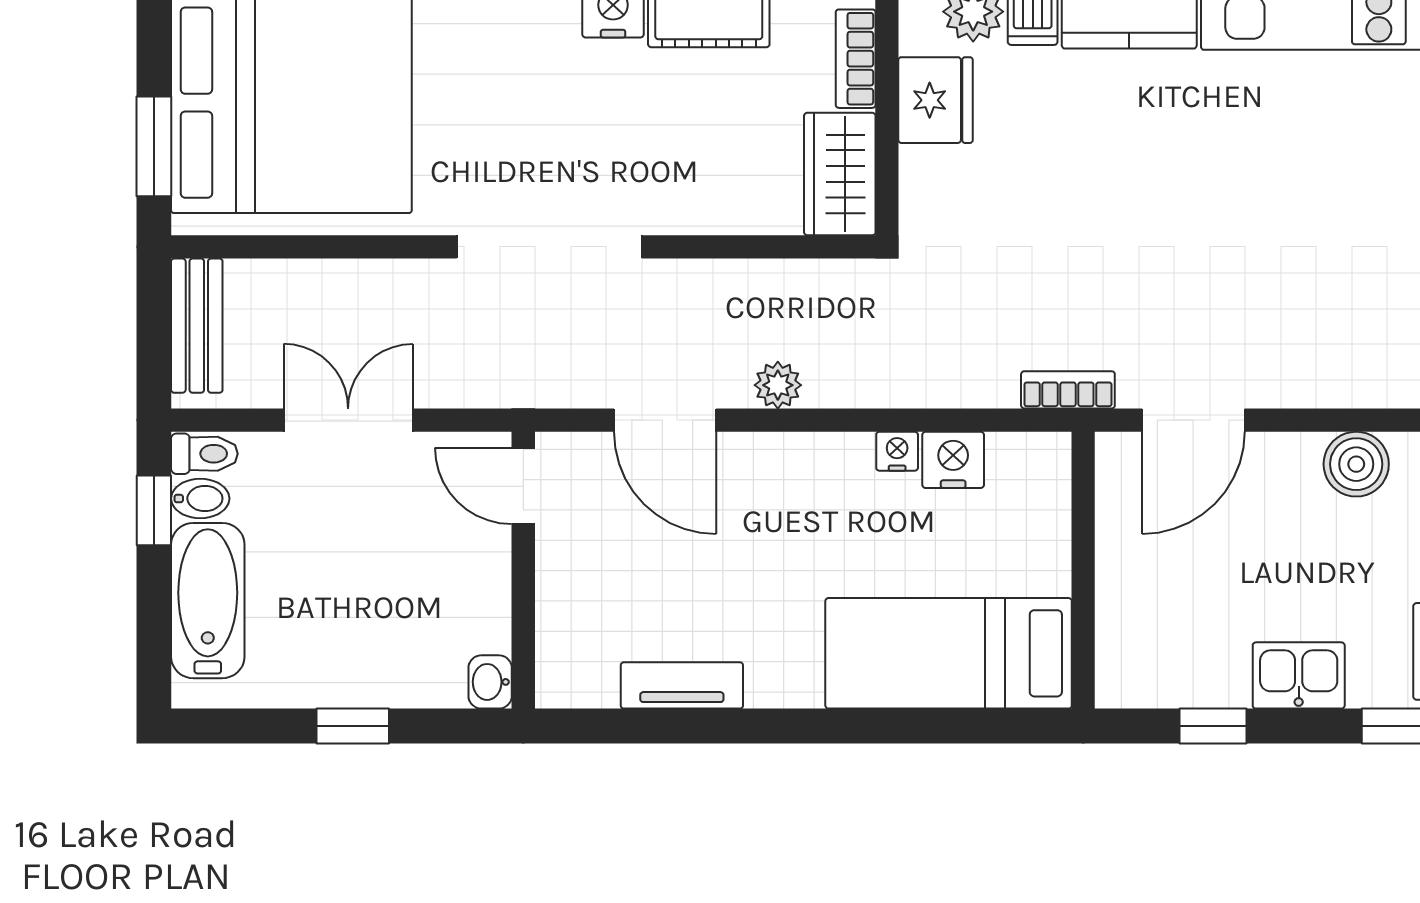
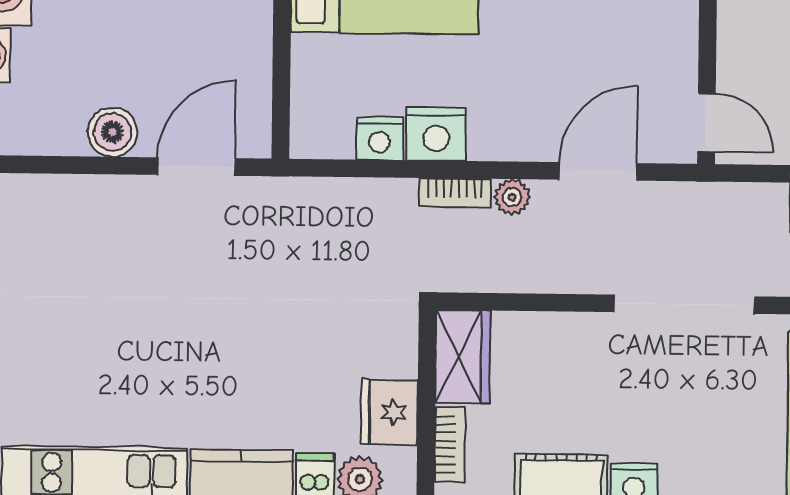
bookcase: (1068, 390) -> (455, 193), moved
door: (665, 420) -> (598, 171), hinge flipped
nightstand: (897, 451) -> (436, 134), width x1.89, depth x1.79
boiler: (1356, 464) -> (112, 132), moved

